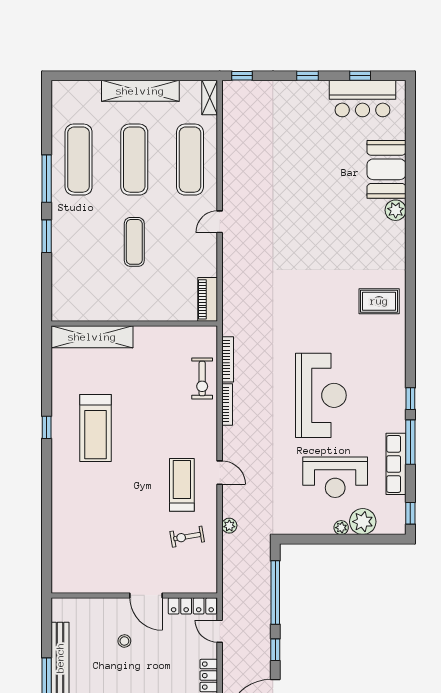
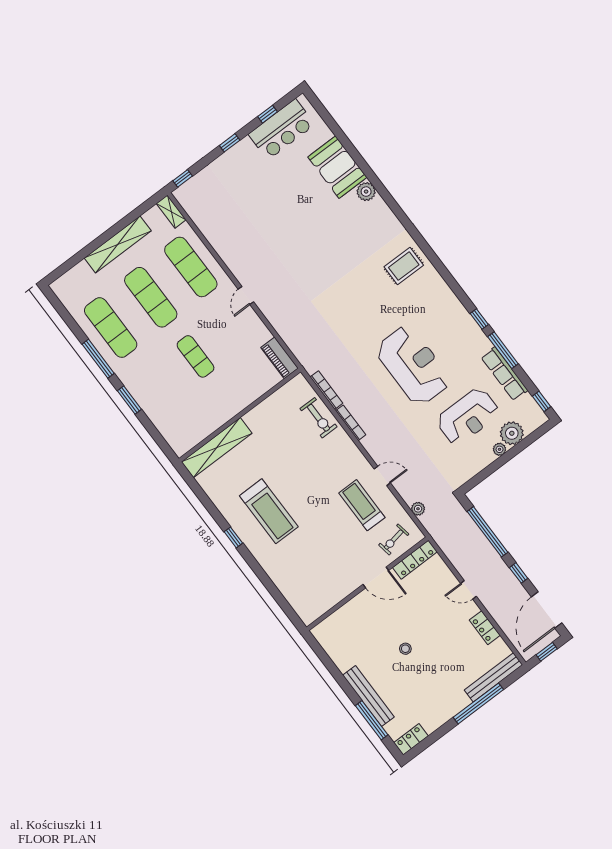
wall: (134, 595) -> (367, 584), moved
door: (146, 595) -> (376, 577), moved
locker: (192, 606) -> (415, 560), moved

